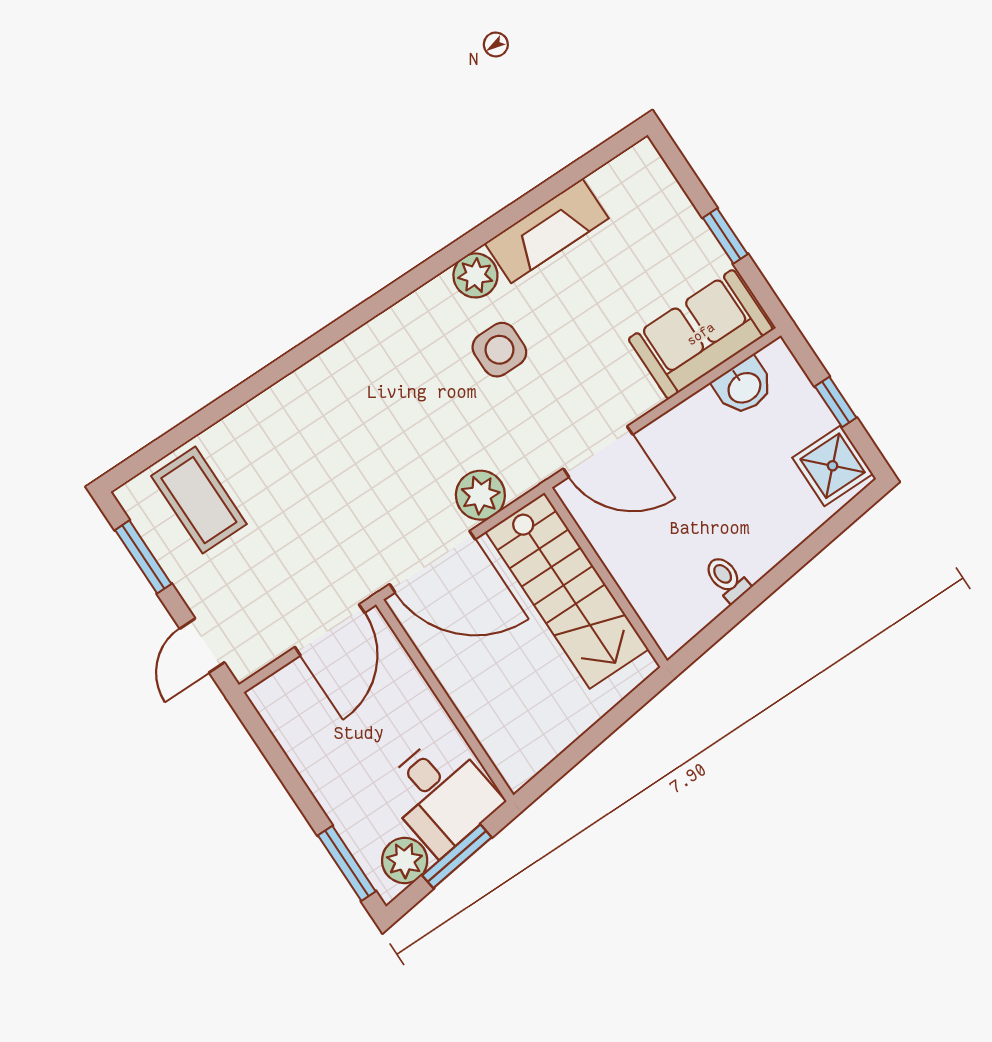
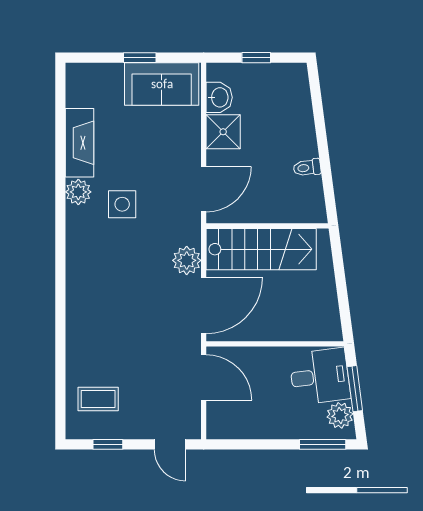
sofa: (701, 334) -> (162, 84), moved, turned -90
shower: (833, 466) -> (223, 132), moved
coffee table: (199, 500) -> (98, 399), width x0.73, depth x0.77
window: (143, 557) -> (108, 444), width x0.67

